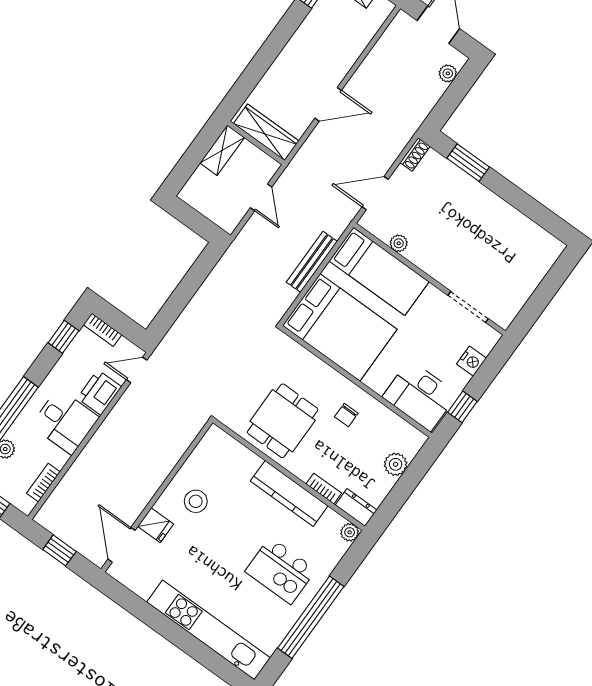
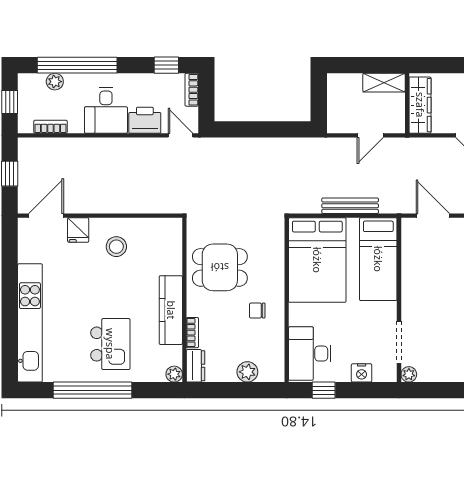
plant: (399, 243) -> (409, 374), moved
kitchen island: (280, 571) -> (110, 344), turned 180

